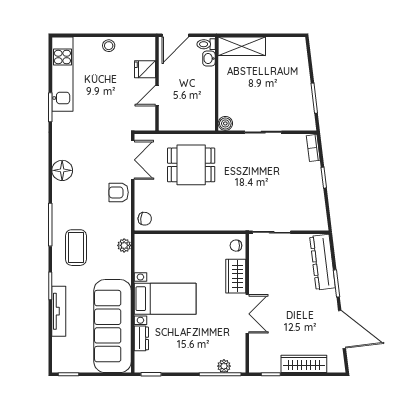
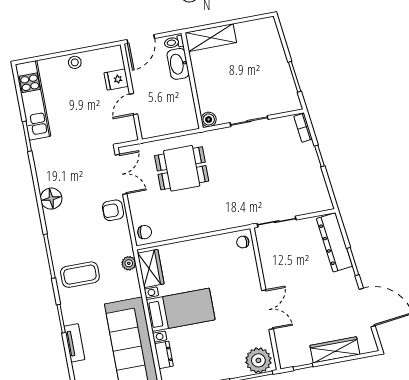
washbasin: (209, 59) -> (178, 64), width x1.91, depth x1.45
coffee table: (76, 248) -> (80, 275), turned 90
wardrobe: (236, 276) -> (151, 268), moved, turned 180
tv unit: (59, 311) -> (75, 343), width x0.71
plant: (224, 366) -> (258, 360), width x1.88, depth x1.88

